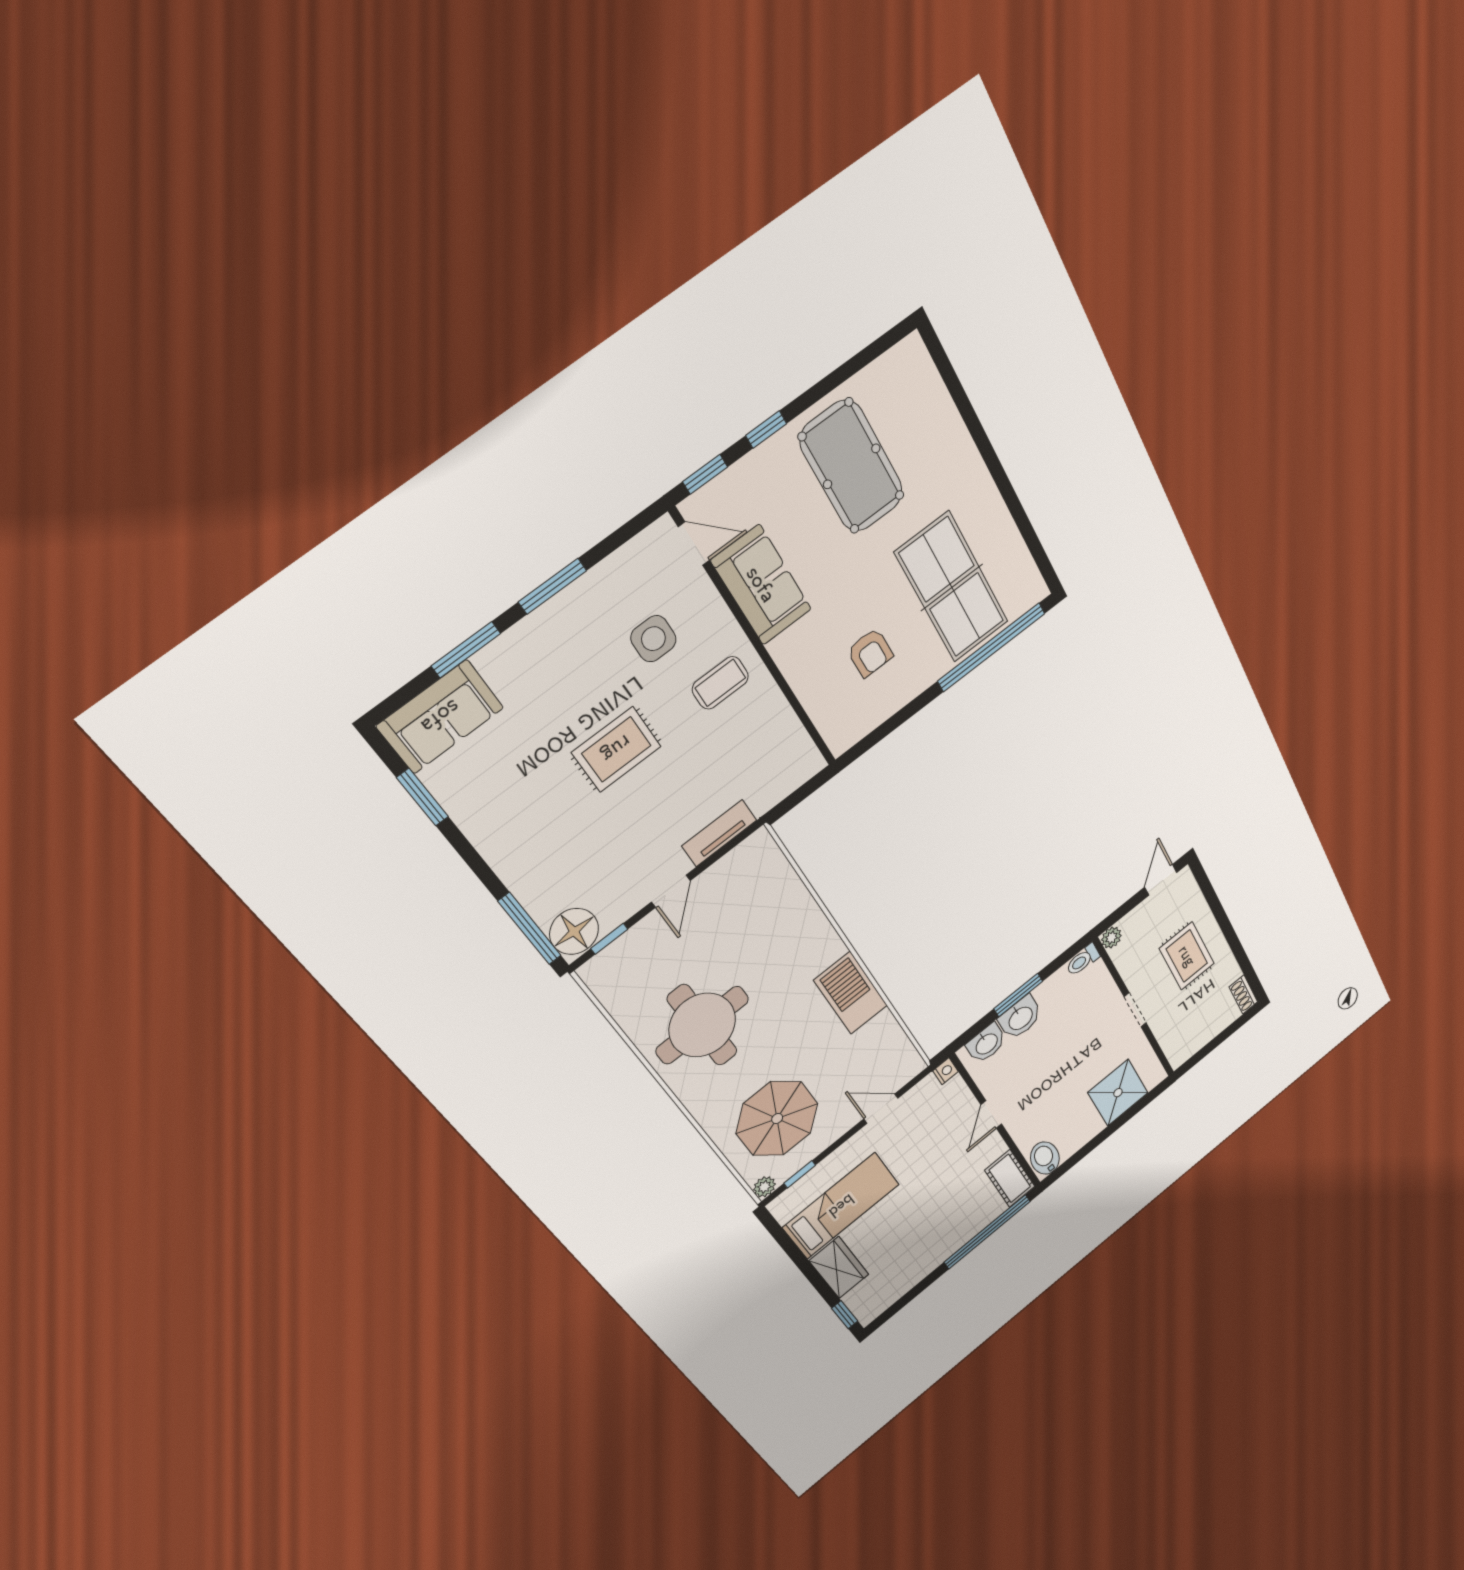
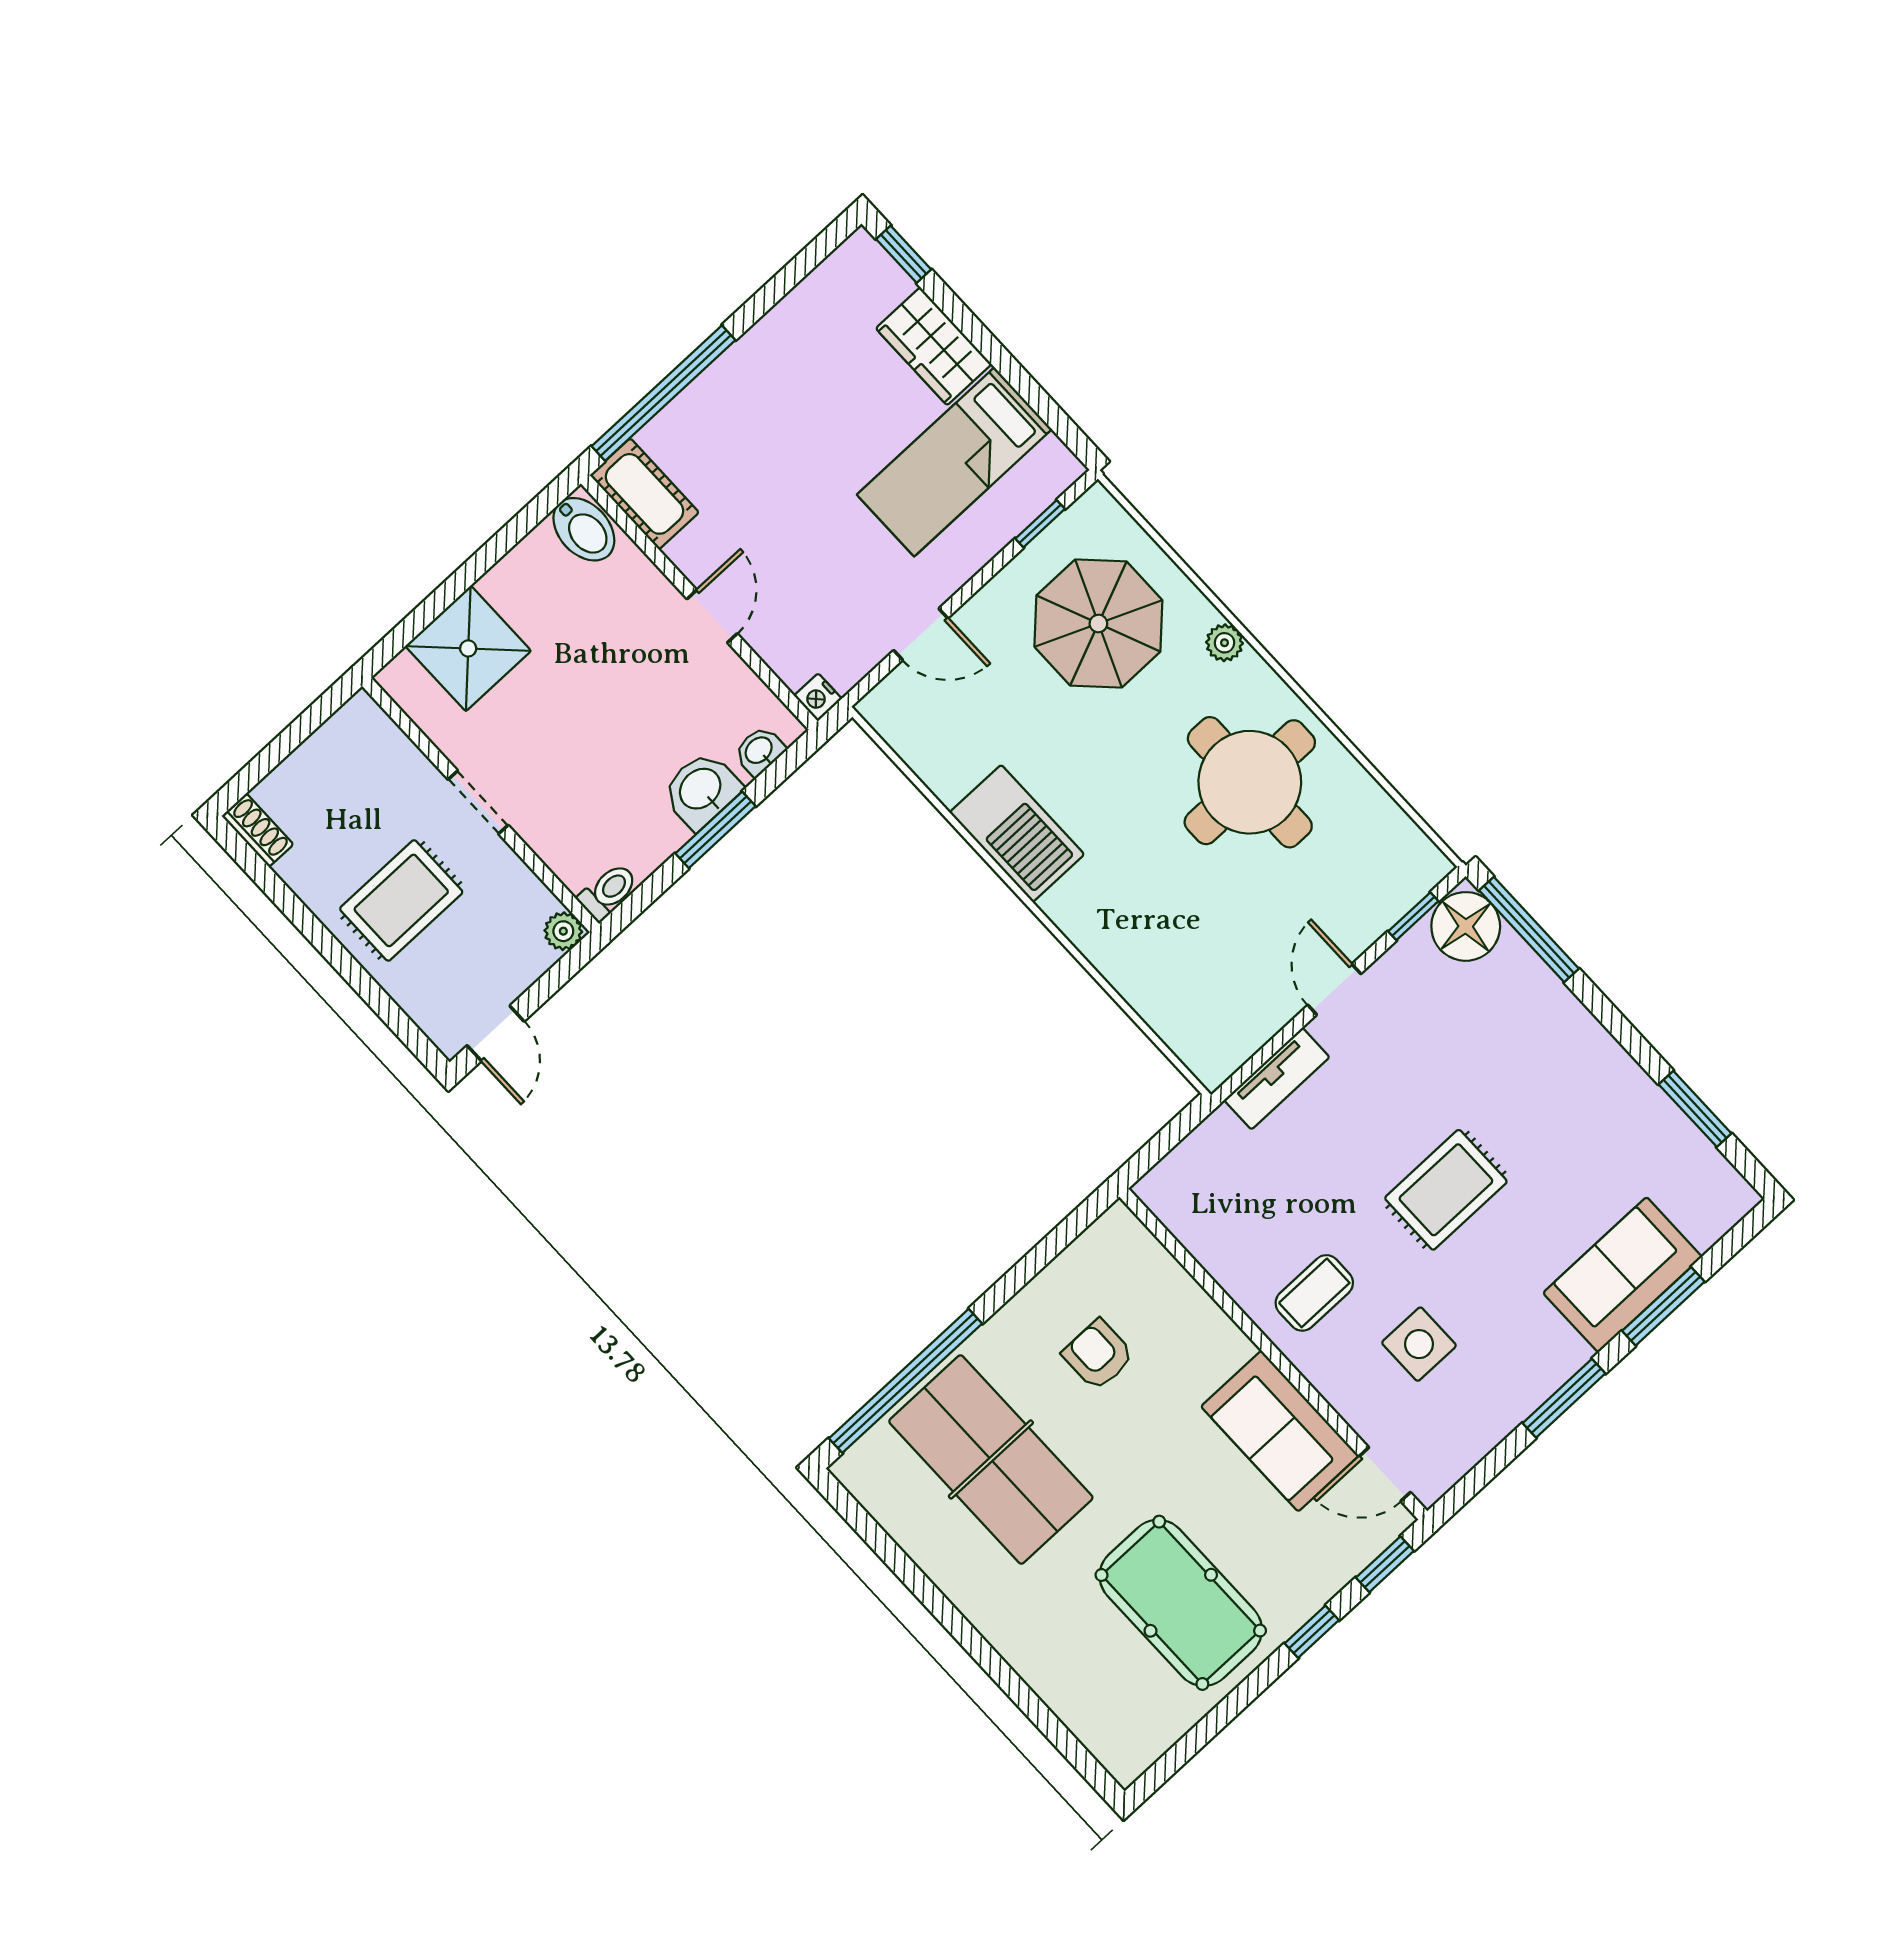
sofa: (440, 717) -> (1622, 1275), moved
rug: (1187, 956) -> (401, 900), turned 90
washbasin: (986, 1043) -> (759, 751), width x0.72, depth x0.69
plant: (764, 1187) -> (1225, 643), moved

